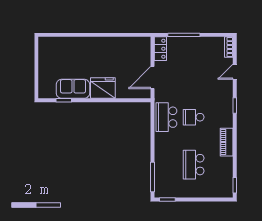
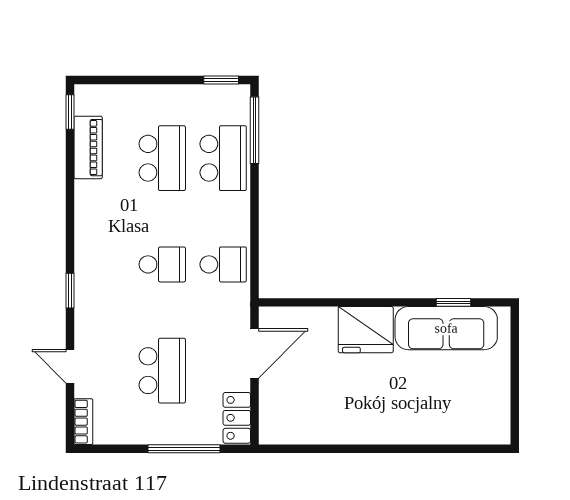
school desk: (194, 70) -> (162, 371), added
door: (235, 72) -> (70, 366), swing flipped
sofa: (73, 89) -> (446, 328), width x1.36
school desk: (166, 117) -> (223, 264), width x0.54
piano: (227, 142) -> (88, 148), moved
school desk: (166, 165) -> (223, 158), added

